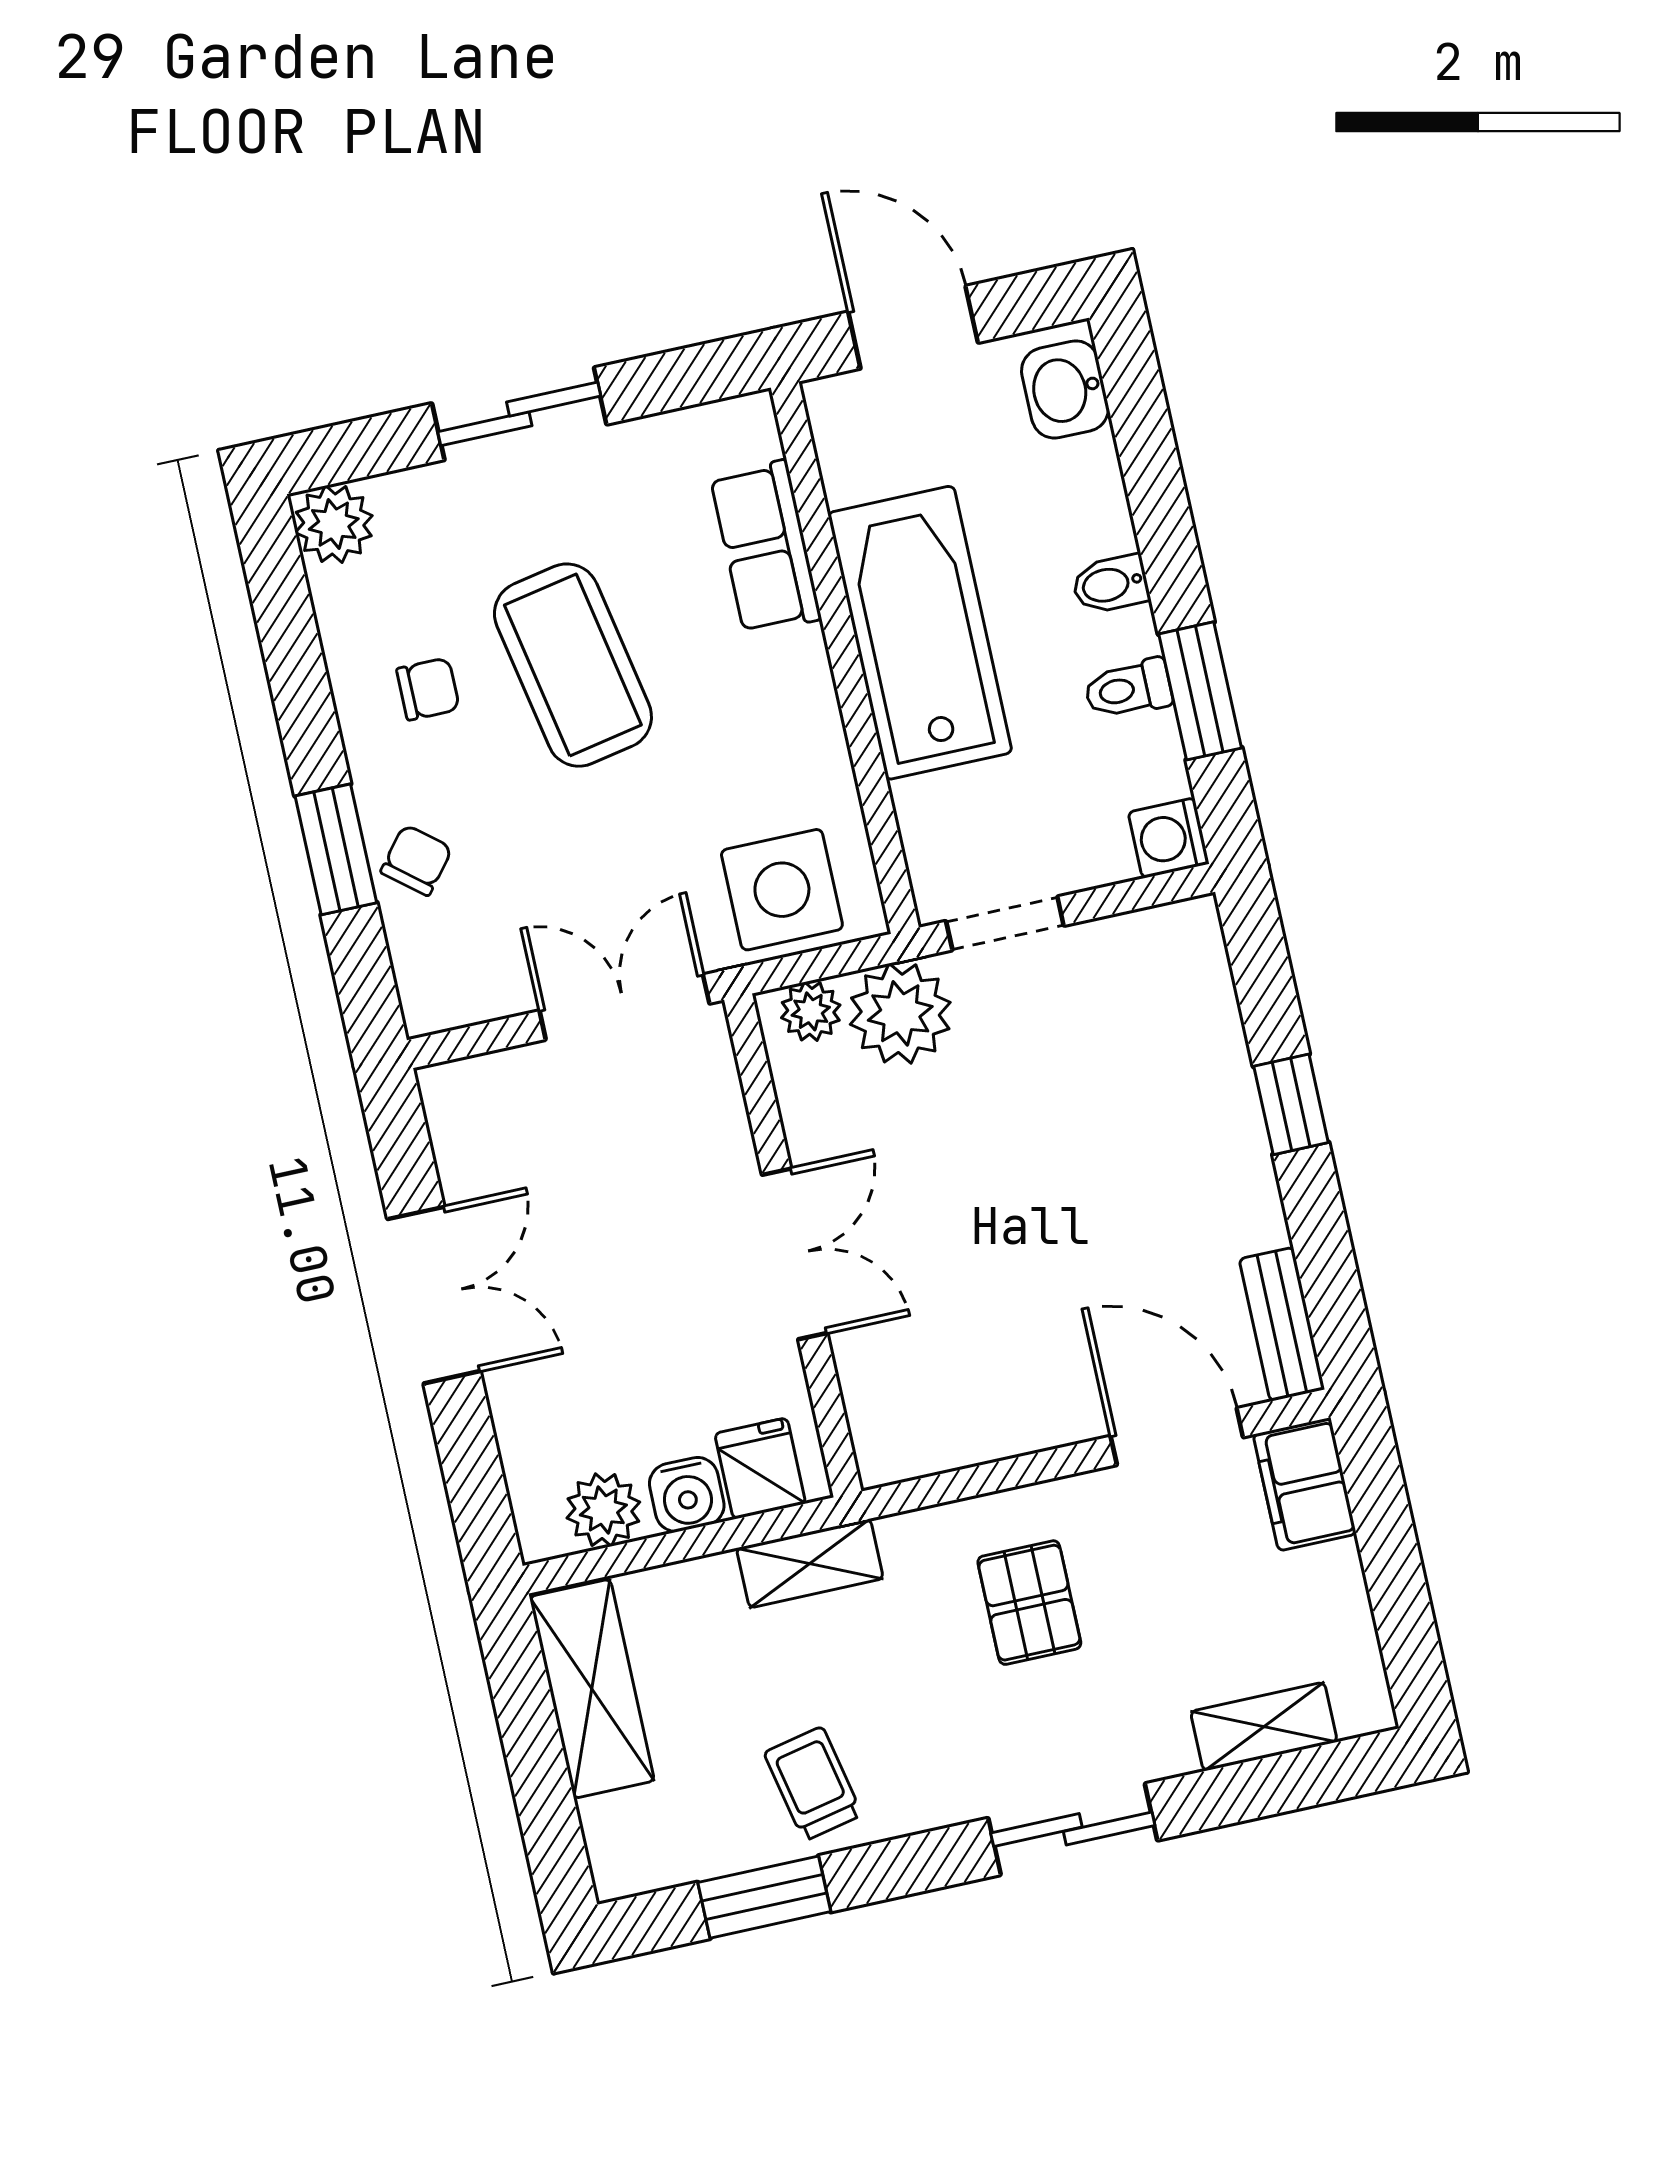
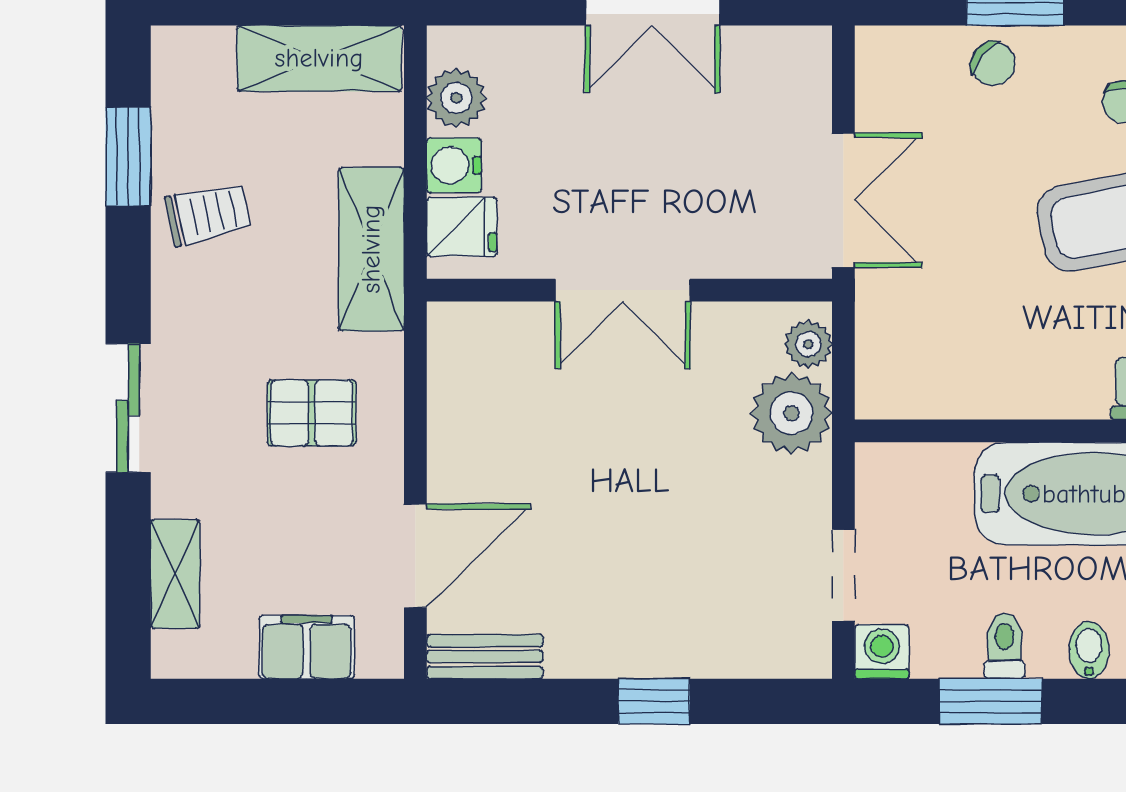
side table: (782, 890) -> (908, 343), removed
doorway: (1005, 923) -> (843, 576), moved
filing cabinet: (1305, 1484) -> (307, 647), moved
shelving: (810, 1563) -> (371, 249), width x1.50, depth x1.33

